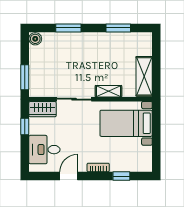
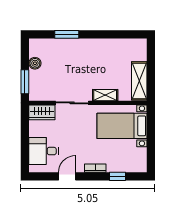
window: (118, 28) -> (114, 34), removed
boiler: (35, 39) -> (35, 63), moved
window: (25, 127) -> (25, 129), removed

